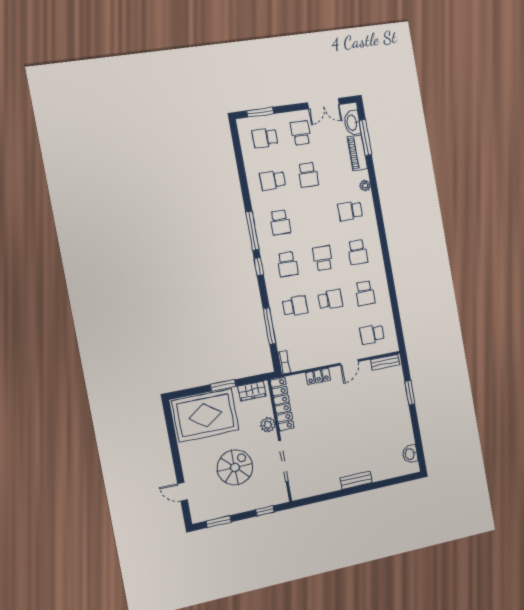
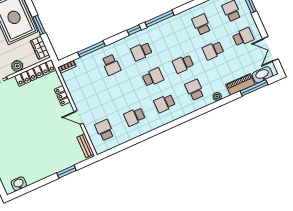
school desk: (280, 222) -> (183, 64), moved
school desk: (330, 300) -> (123, 91), removed

